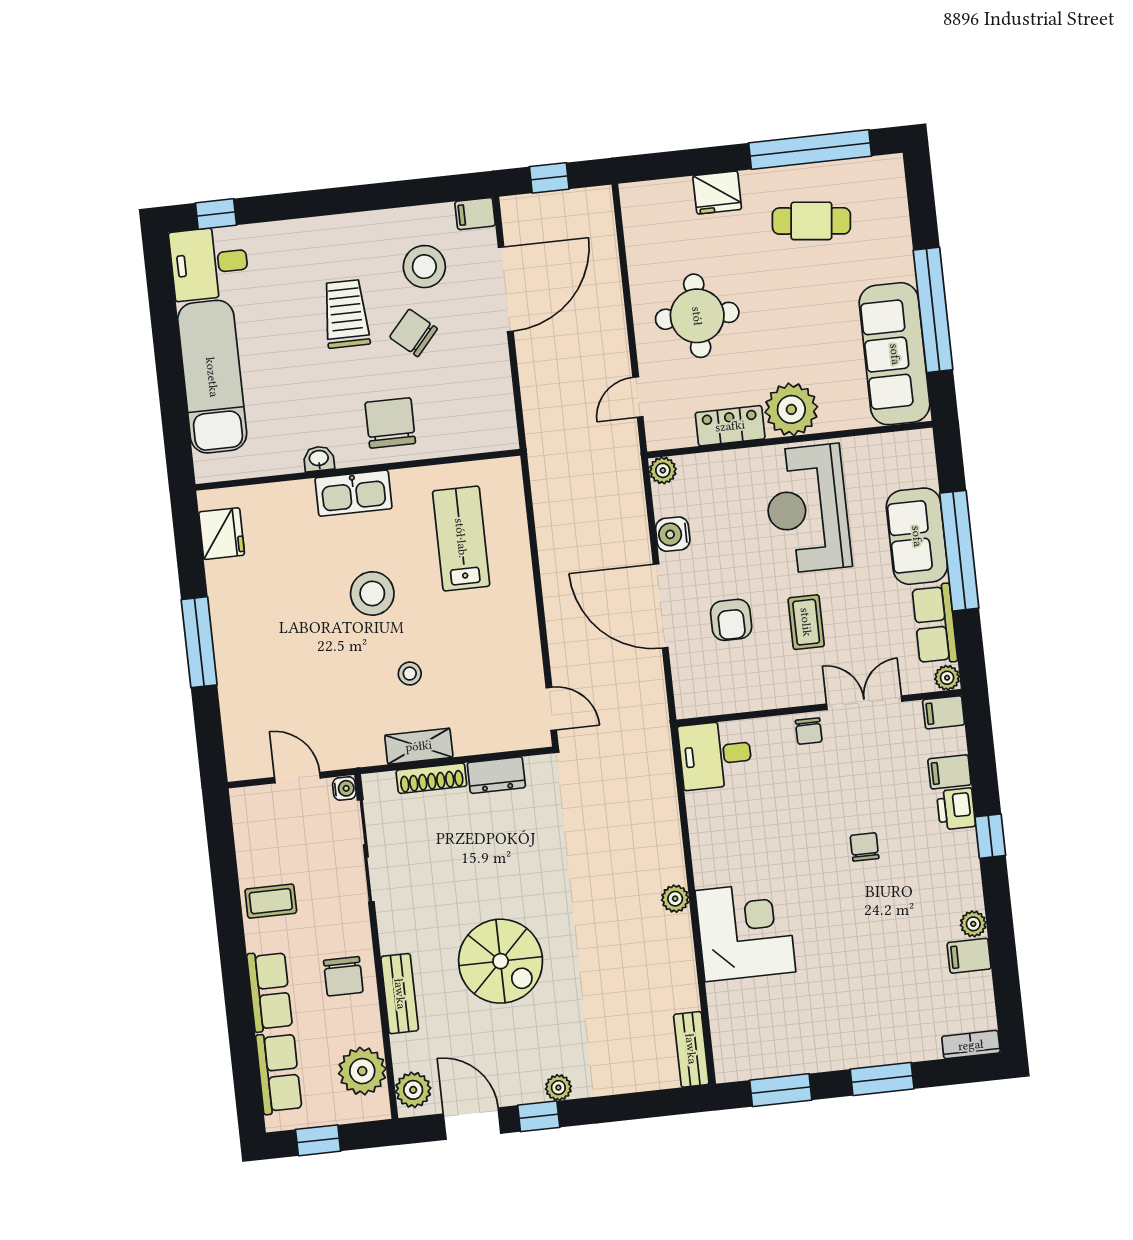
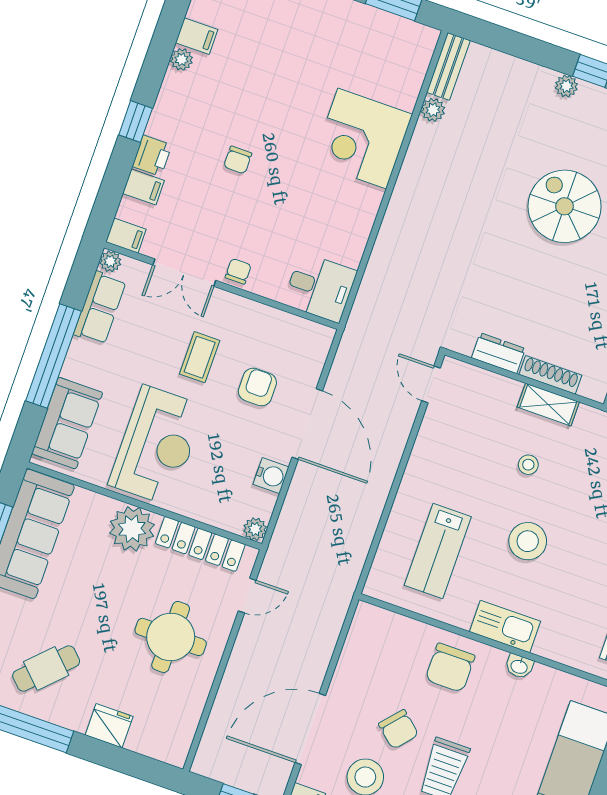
cafe table: (811, 221) -> (46, 669), turned -51
locker: (730, 426) -> (200, 544), width x1.53
sofa: (917, 536) -> (67, 423), moved
plant: (675, 899) -> (433, 110), moved

